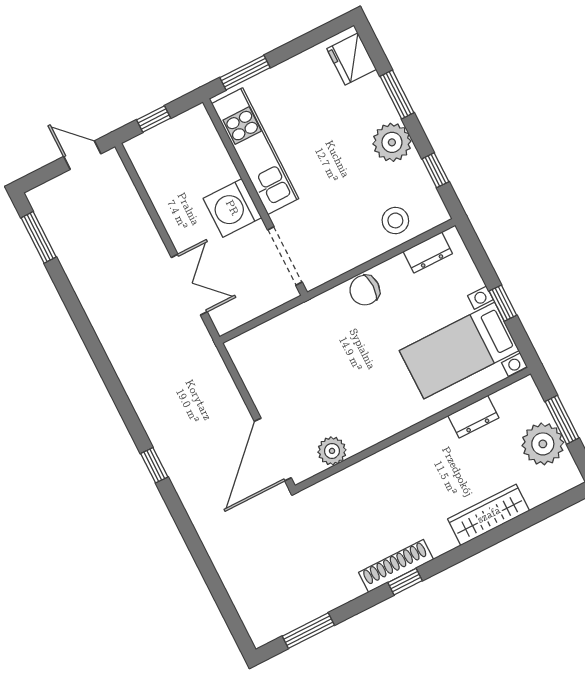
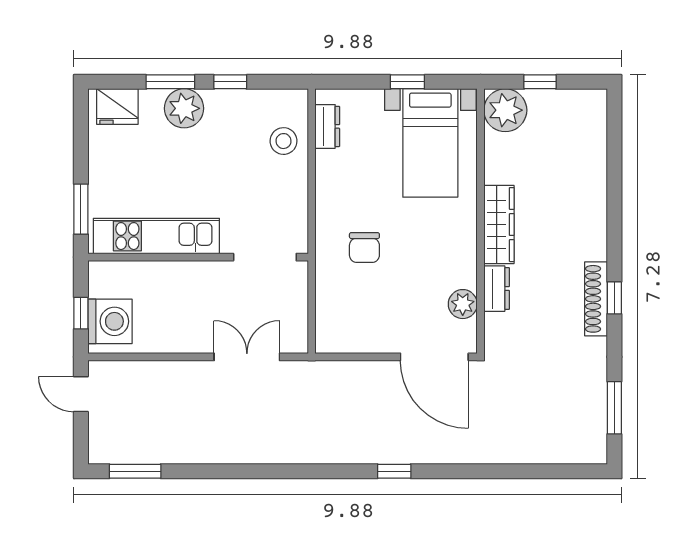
plant: (392, 142) -> (184, 108), moved
door: (82, 155) -> (81, 394), hinge flipped
window: (435, 170) -> (230, 82), moved
washing machine: (232, 208) -> (110, 321), moved, turned -90
chair: (365, 290) -> (364, 248), moved
dresser: (473, 417) -> (497, 289), moved
window: (562, 420) -> (540, 82), width x0.67
plant: (543, 444) -> (505, 110), moved
wardrobe: (489, 515) -> (499, 225), moved, turned 180

